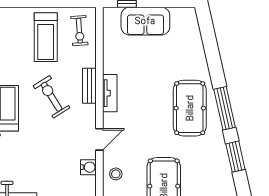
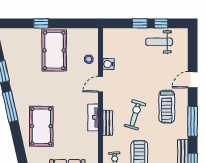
exercise bike: (52, 97) -> (135, 115), turned -131
pool table: (190, 108) -> (41, 126), moved

